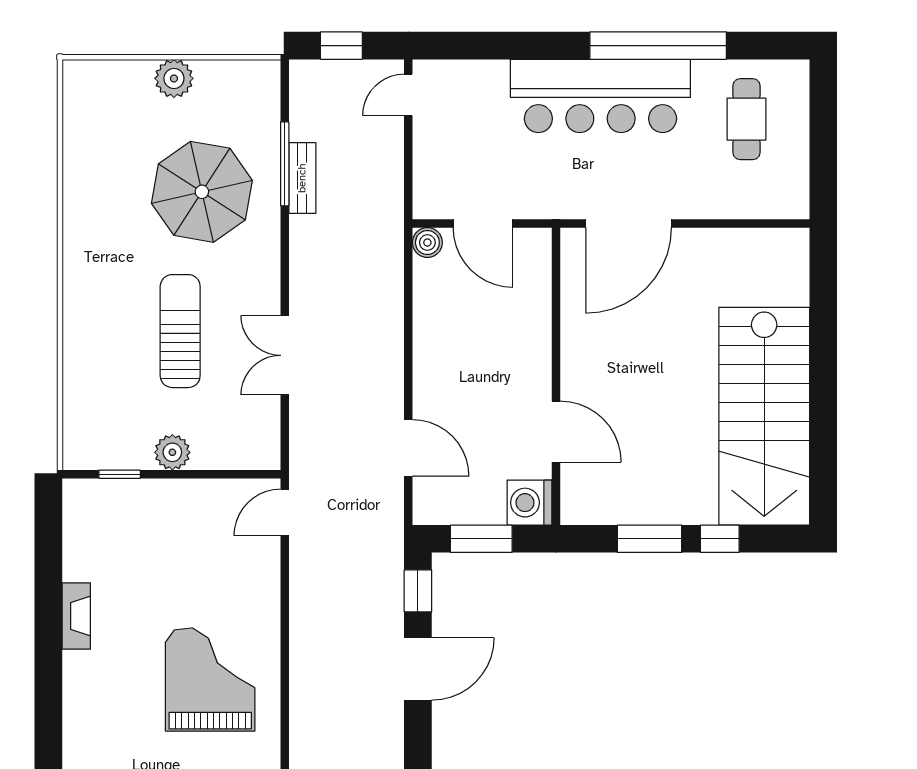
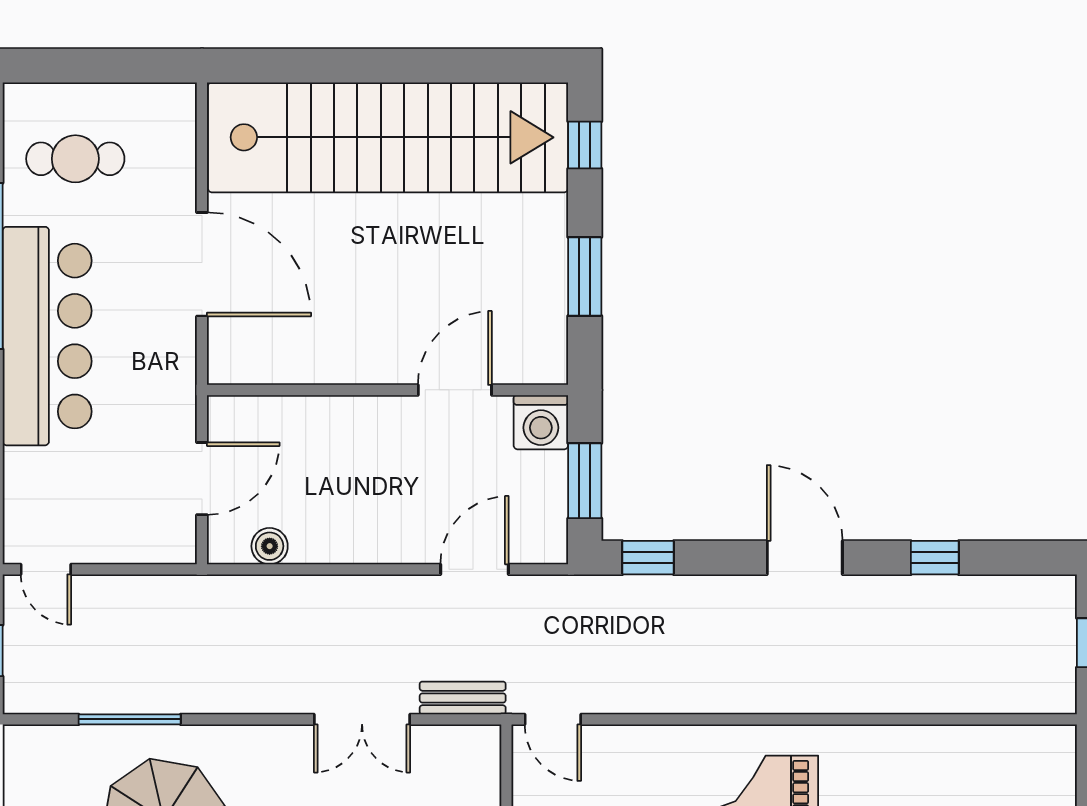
bench: (302, 178) -> (463, 698), moved
door: (629, 223) -> (202, 264), moved
boiler: (427, 243) -> (270, 546), moved
stairs: (764, 416) -> (388, 137), width x1.36
window: (720, 539) -> (585, 145), moved
door: (418, 669) -> (805, 558), moved

